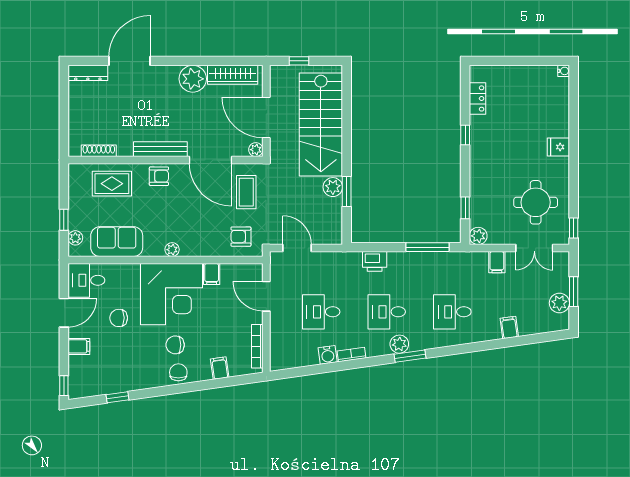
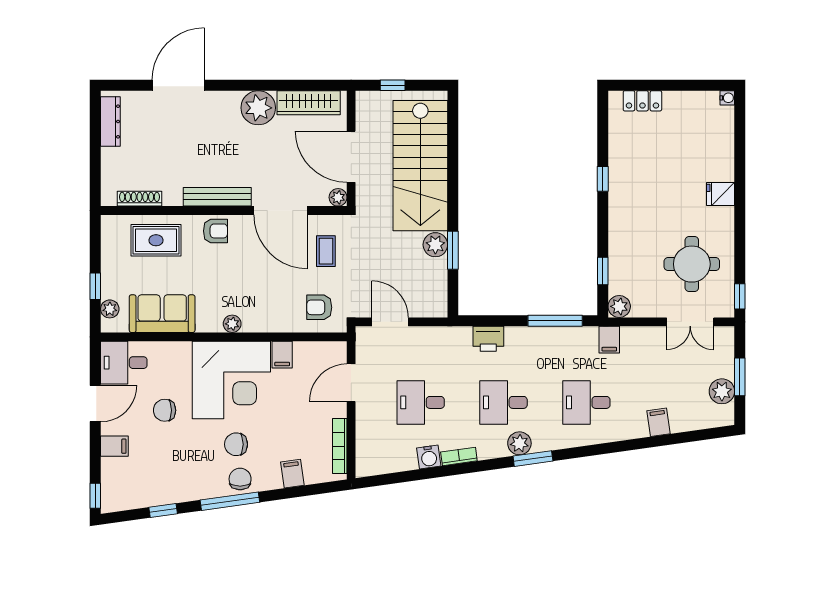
dresser: (88, 73) -> (110, 122), moved, turned -90
locker: (477, 98) -> (642, 101), moved, turned 90
coffee table: (246, 192) -> (326, 251), width x0.73, depth x0.77
filing cabinet: (497, 262) -> (609, 340), moved
door: (266, 296) -> (351, 383), hinge flipped
window: (170, 390) -> (230, 501), added

